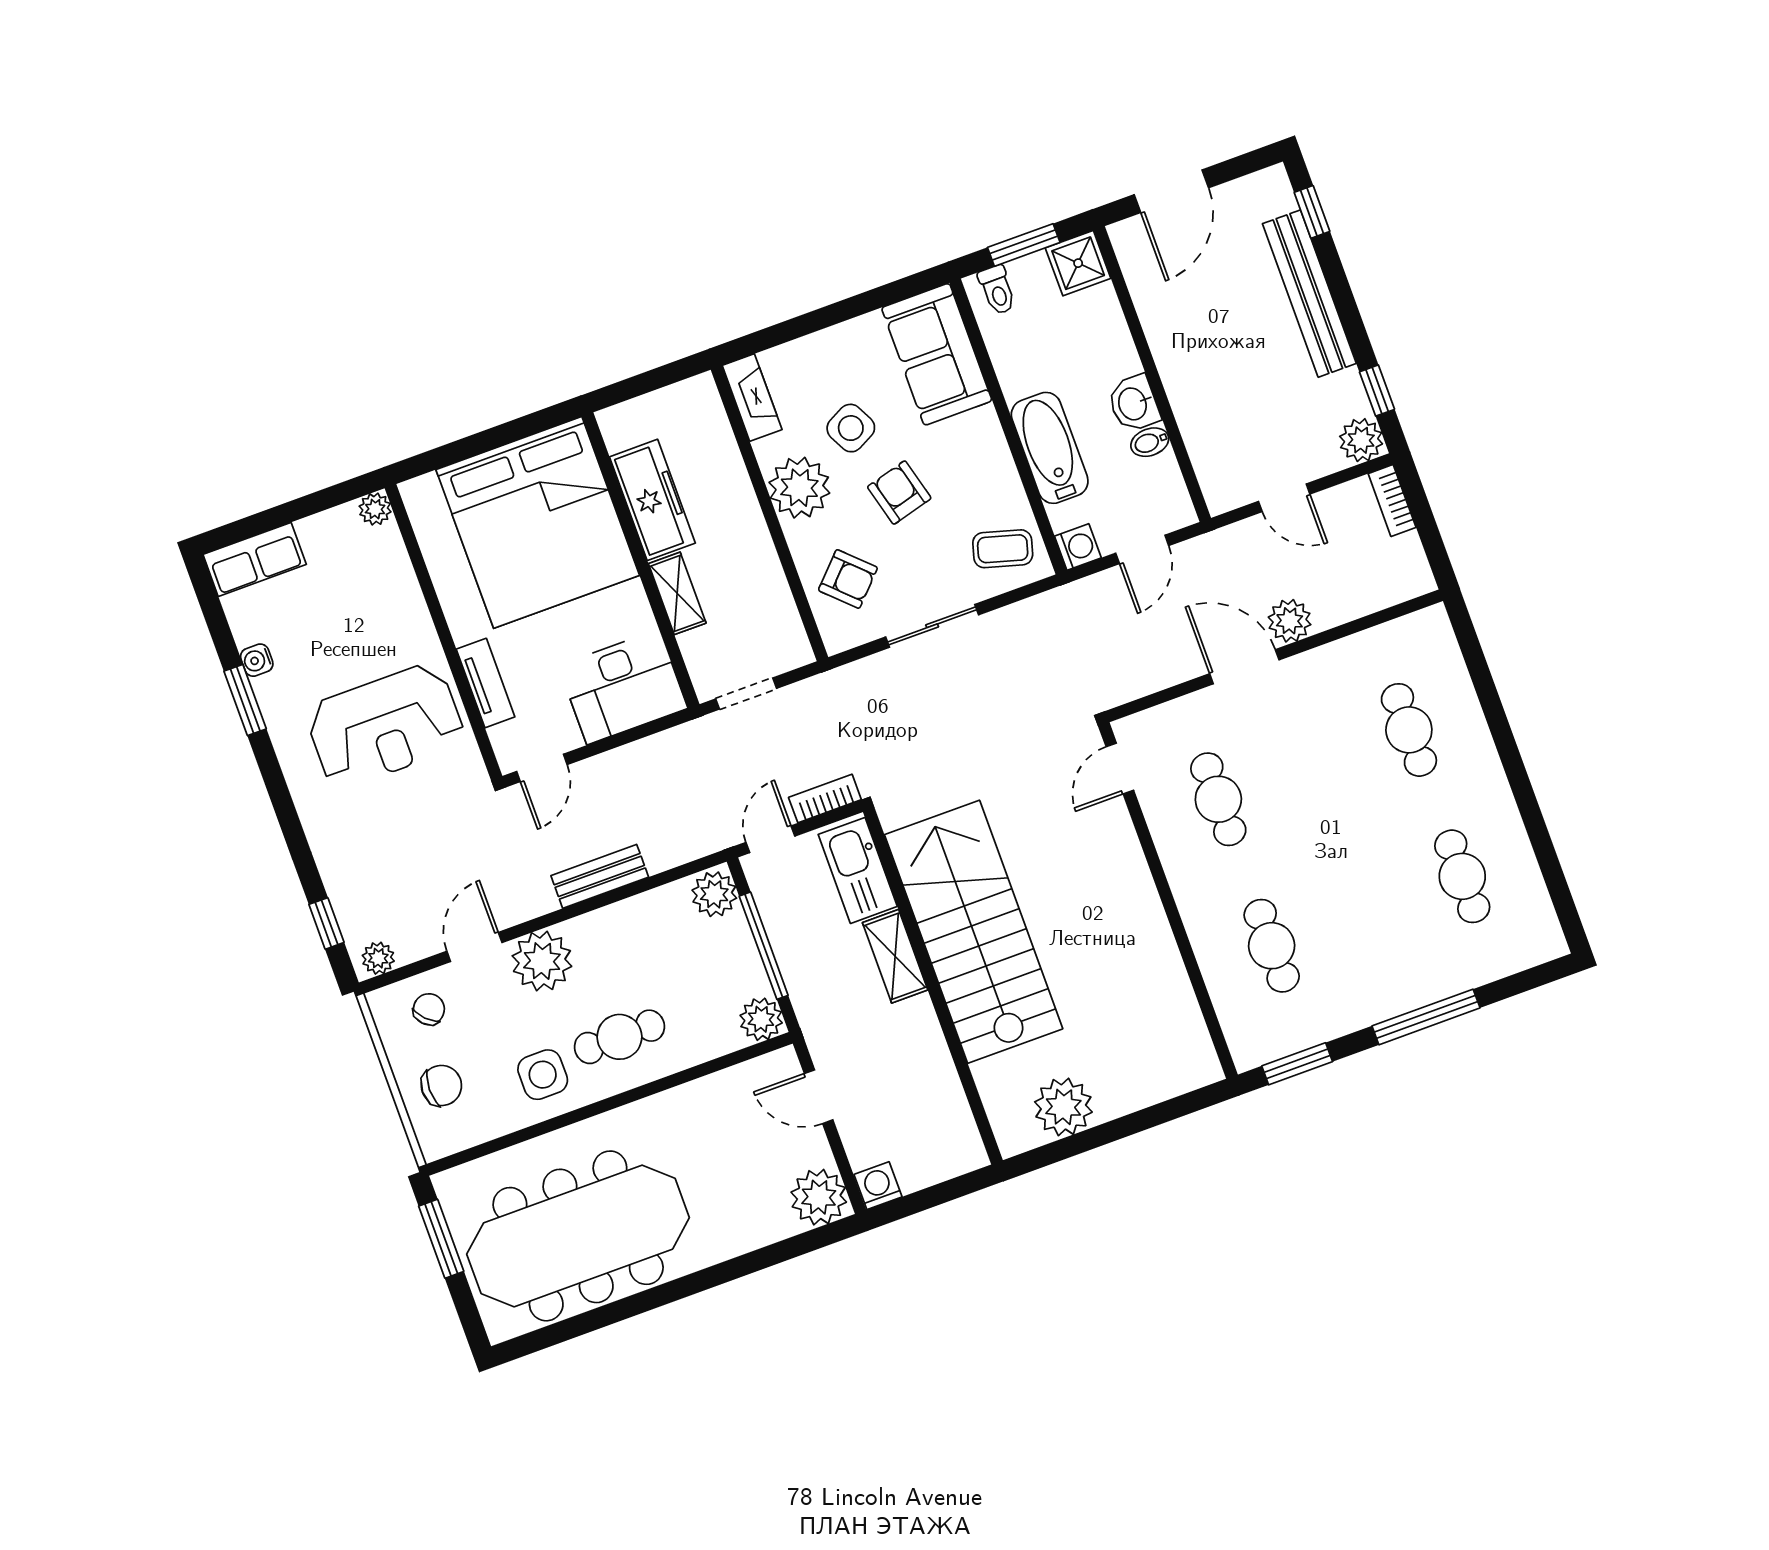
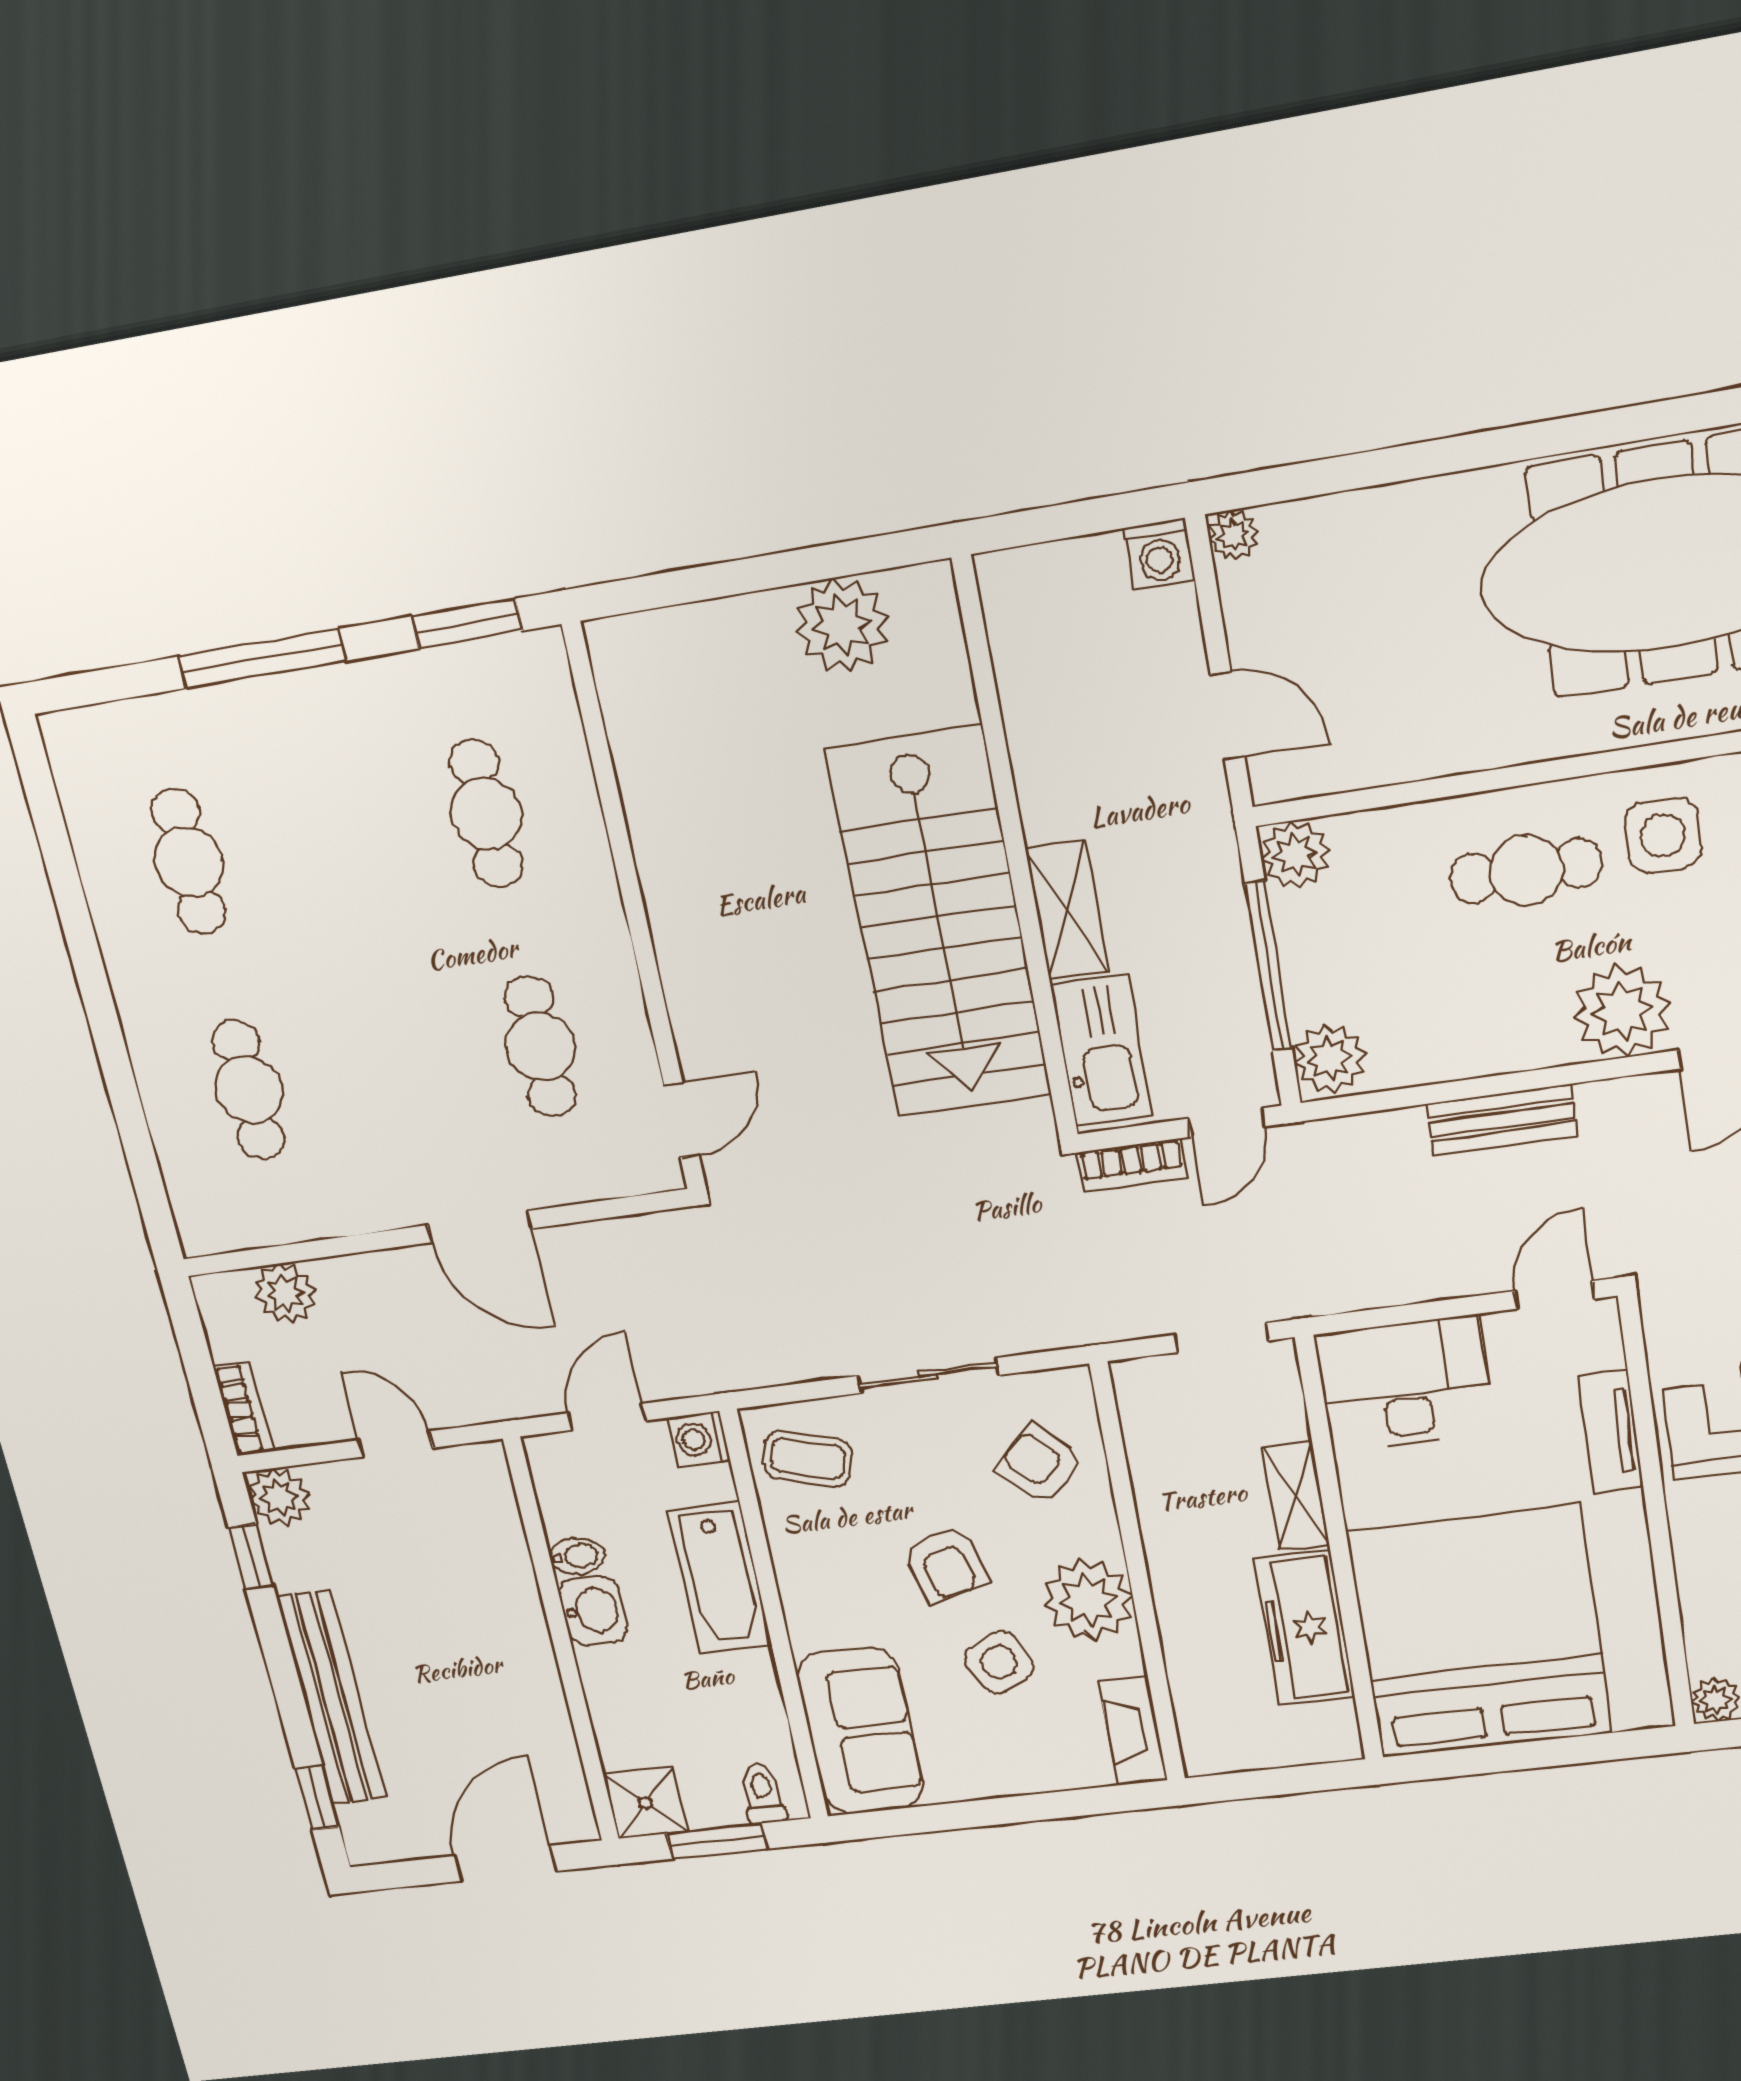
plant: (1290, 621) -> (285, 1294), moved
plant: (819, 1197) -> (1233, 535), width x0.53, depth x0.53

